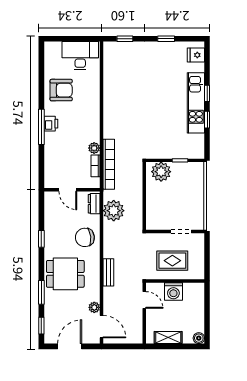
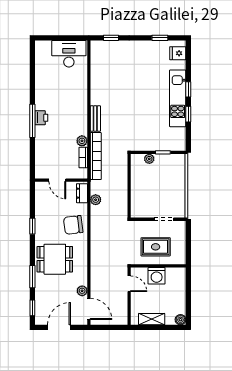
window: (166, 39) -> (160, 38), moved
armchair: (61, 90) -> (51, 86), removed
plant: (161, 172) -> (149, 159), width x0.53, depth x0.53
plant: (114, 211) -> (96, 200), width x0.53, depth x0.53
bench: (108, 272) -> (95, 119), moved

